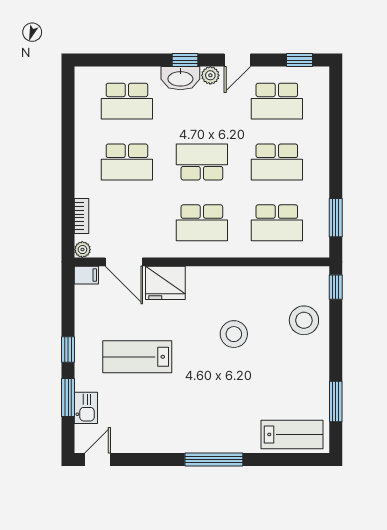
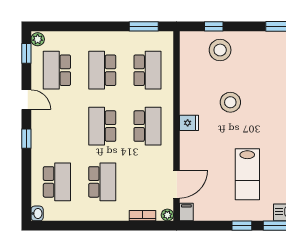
plant: (210, 75) -> (38, 39), moved
washbasin: (180, 78) -> (37, 213), moved, width x0.52, depth x0.69
school desk: (277, 101) -> (57, 70), turned 180
school desk: (277, 162) -> (102, 70), turned 180
fridge: (165, 283) -> (189, 123), moved, width x0.53, depth x0.75
window: (336, 287) -> (214, 26), moved

